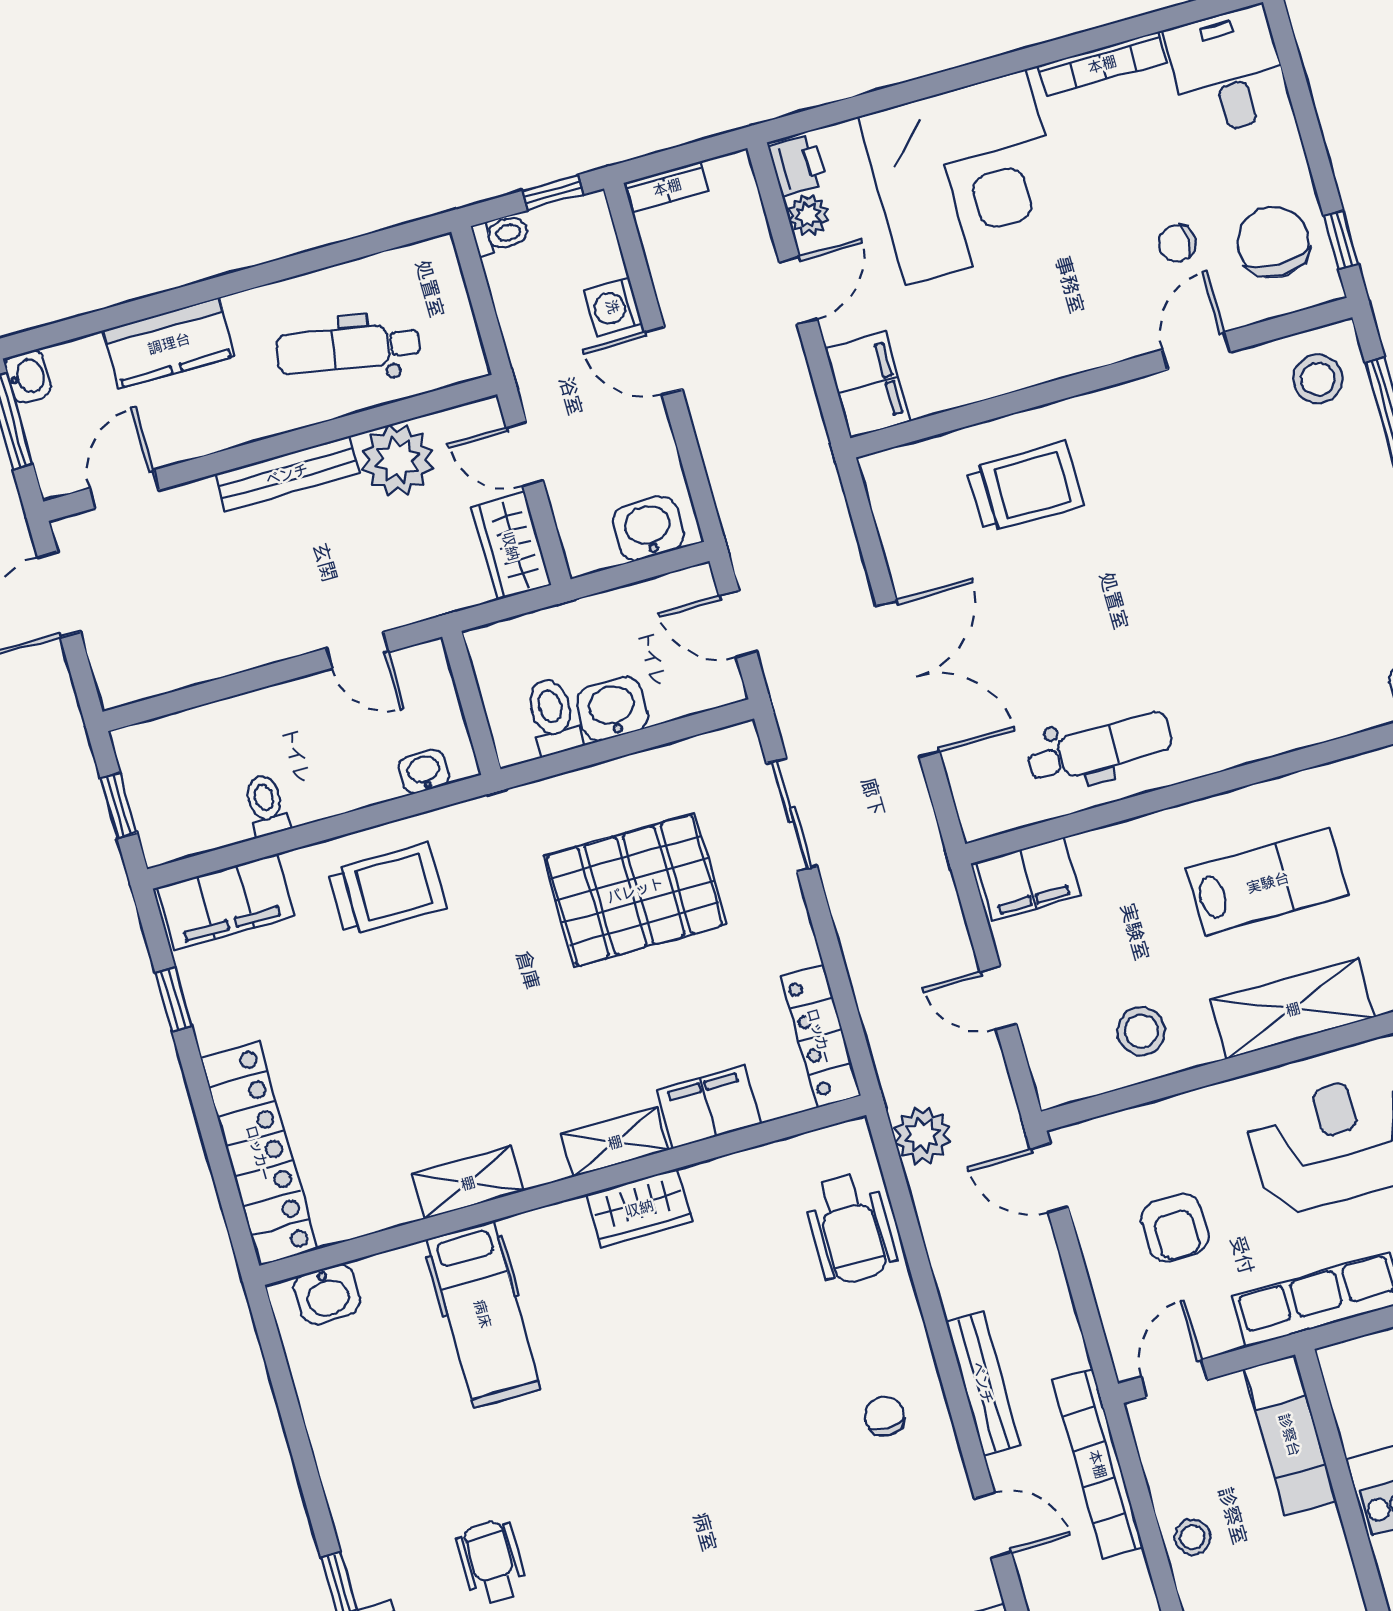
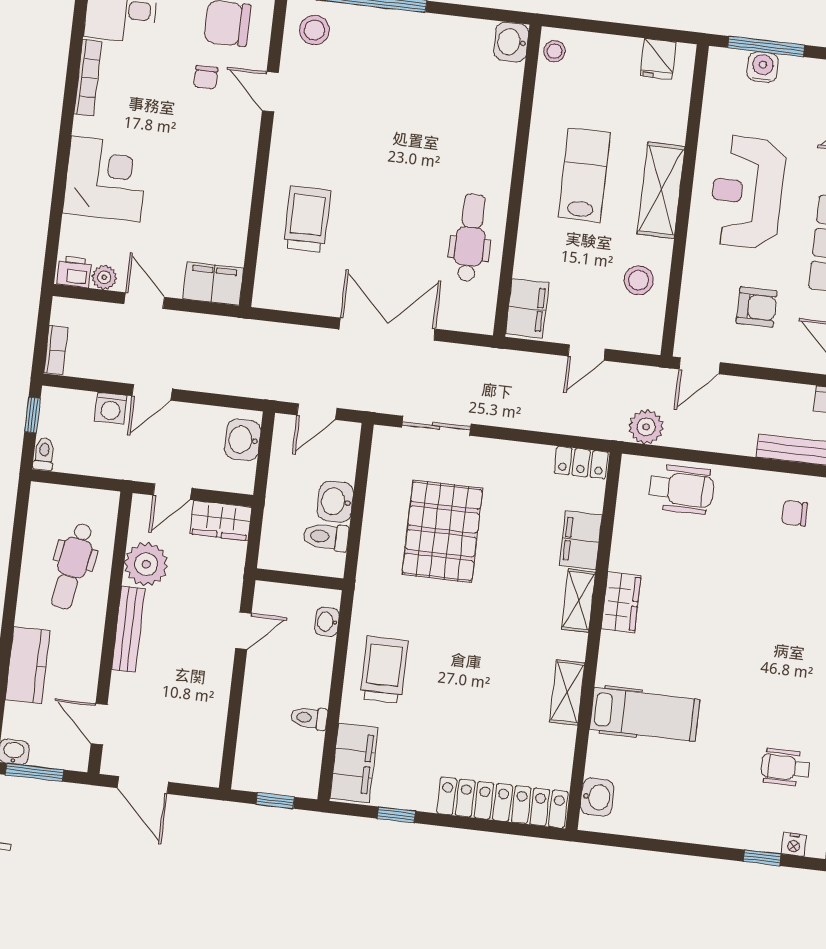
corner desk: (966, 177) -> (106, 179), width x0.74, depth x0.74
locker: (820, 1036) -> (581, 463), width x0.66

